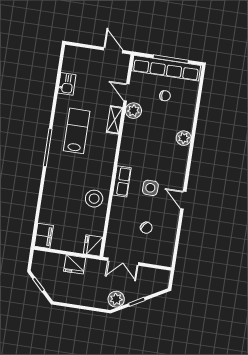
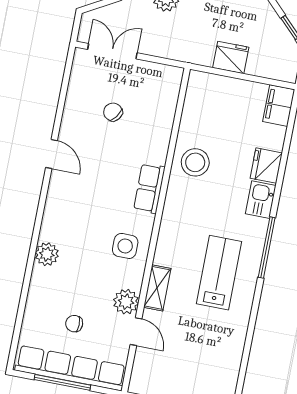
kitchen sink: (67, 84) -> (261, 200), moved
lab bench: (77, 131) -> (219, 273), turned 180
side table: (150, 188) -> (125, 246), moved
fridge: (93, 245) -> (266, 166), moved, turned 180
double door: (123, 262) -> (112, 51), moved

